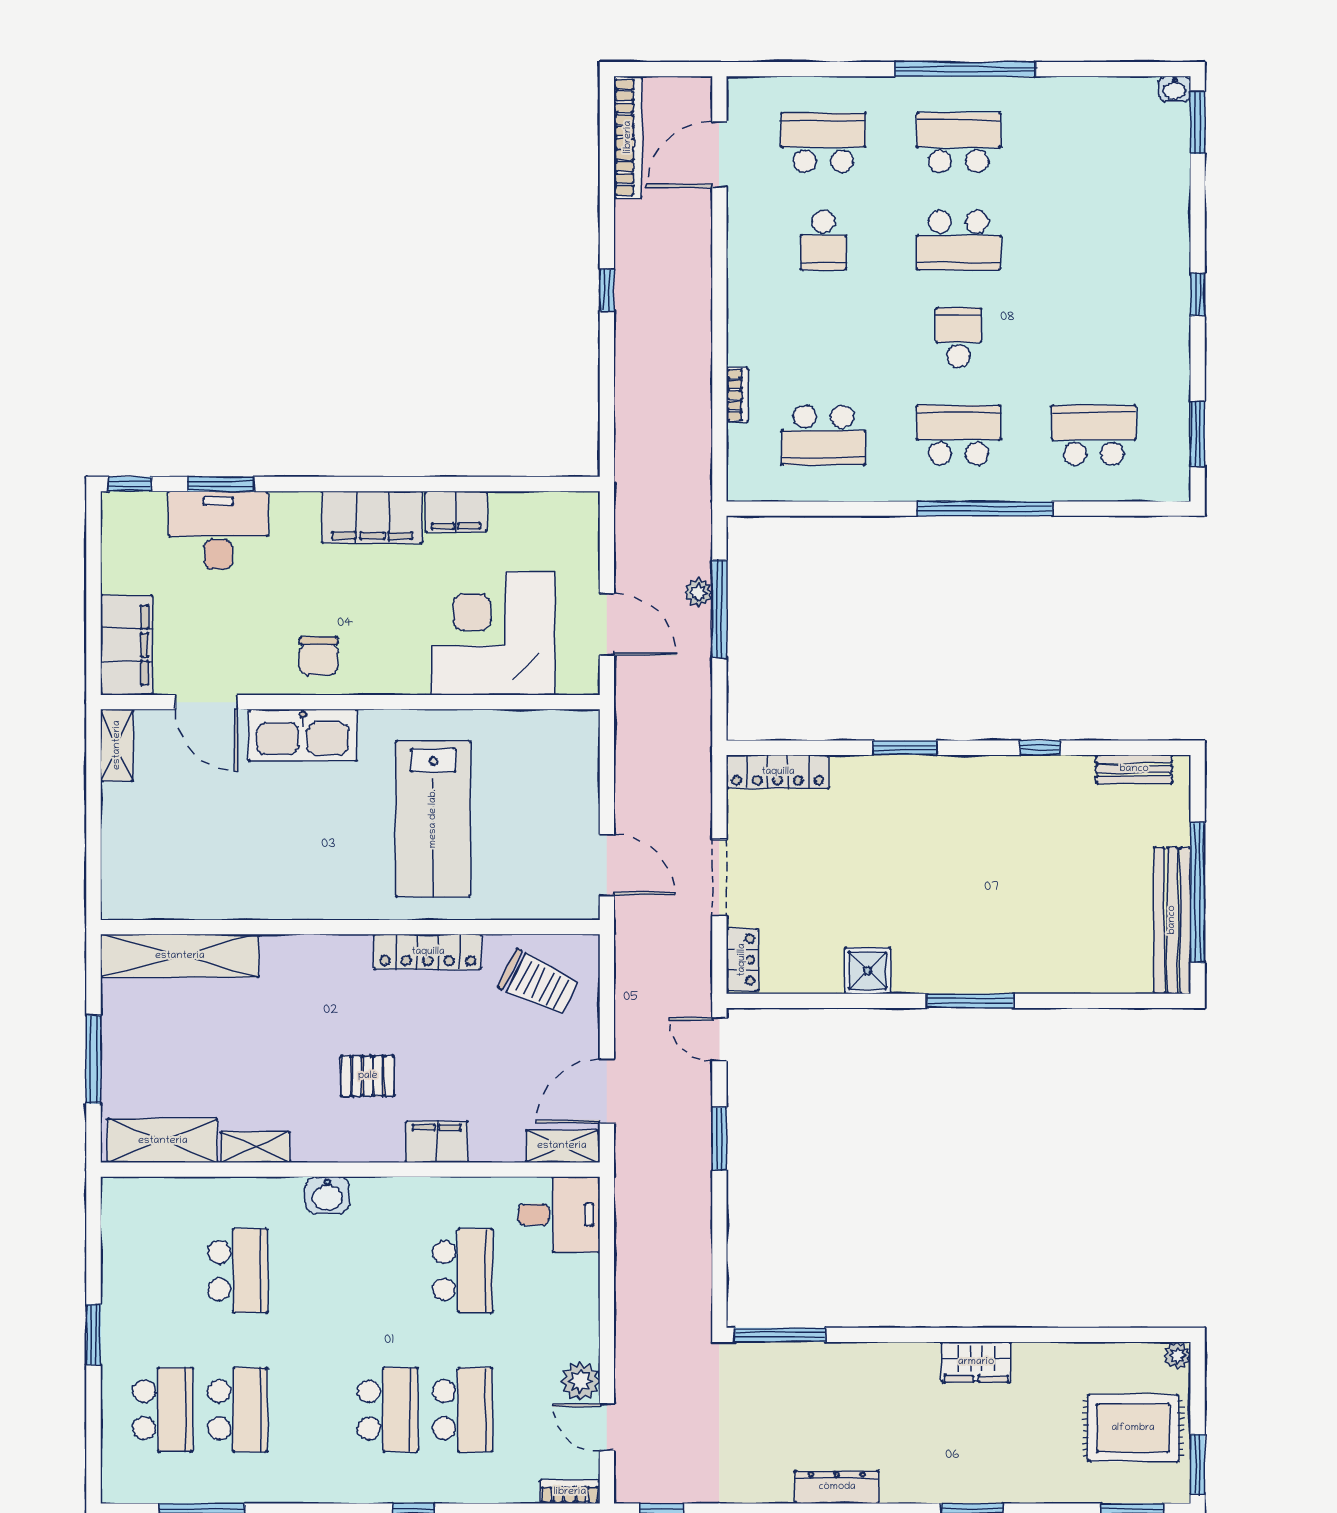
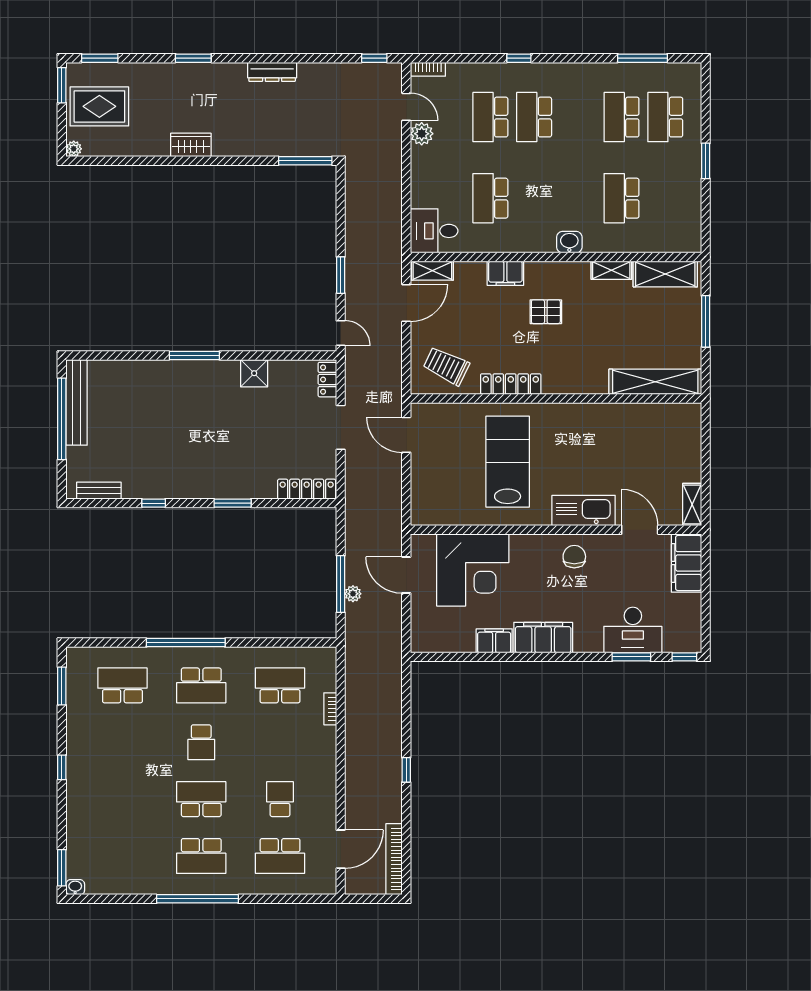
school desk: (1094, 435) -> (122, 685), turned 180

